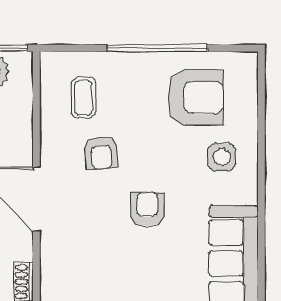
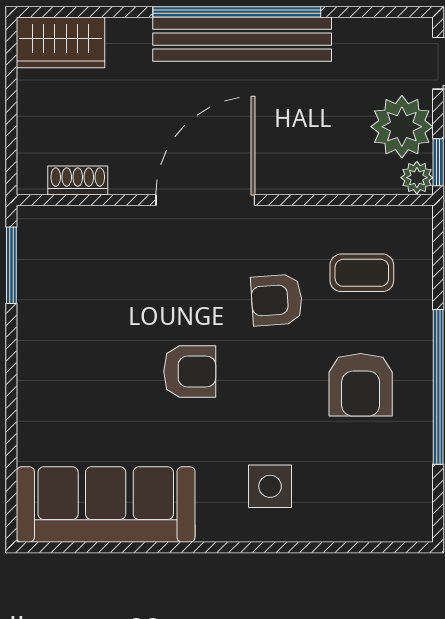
plant: (22, 62) -> (417, 178), added
armchair: (196, 97) -> (361, 385), moved, width x0.73, depth x0.73

